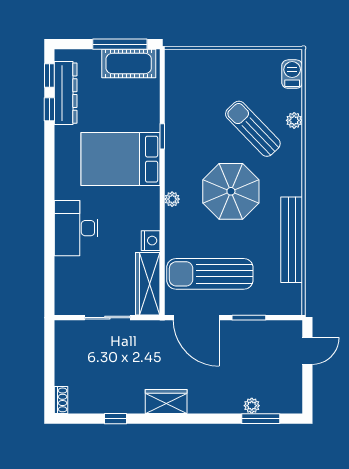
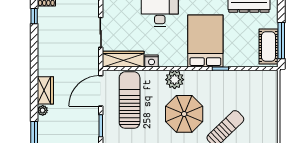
plant: (172, 199) -> (175, 80), width x1.88, depth x1.88
wardrobe: (166, 401) -> (45, 90), moved
plant: (252, 406) -> (43, 110), moved
window: (116, 419) -> (34, 16), moved

